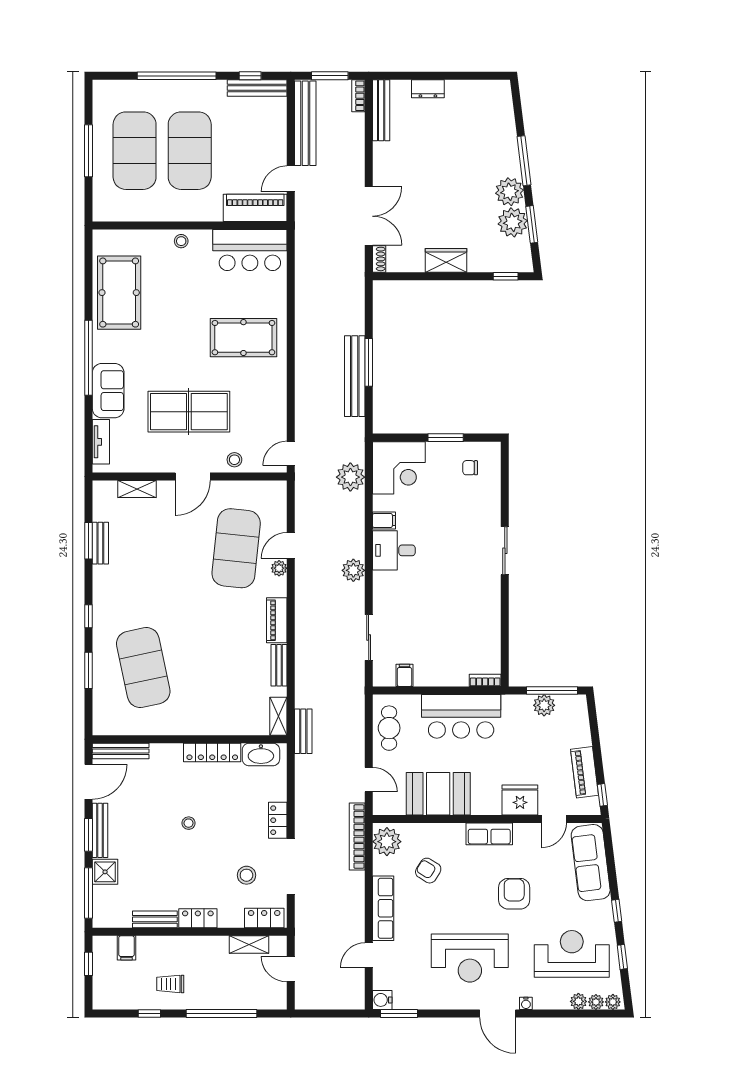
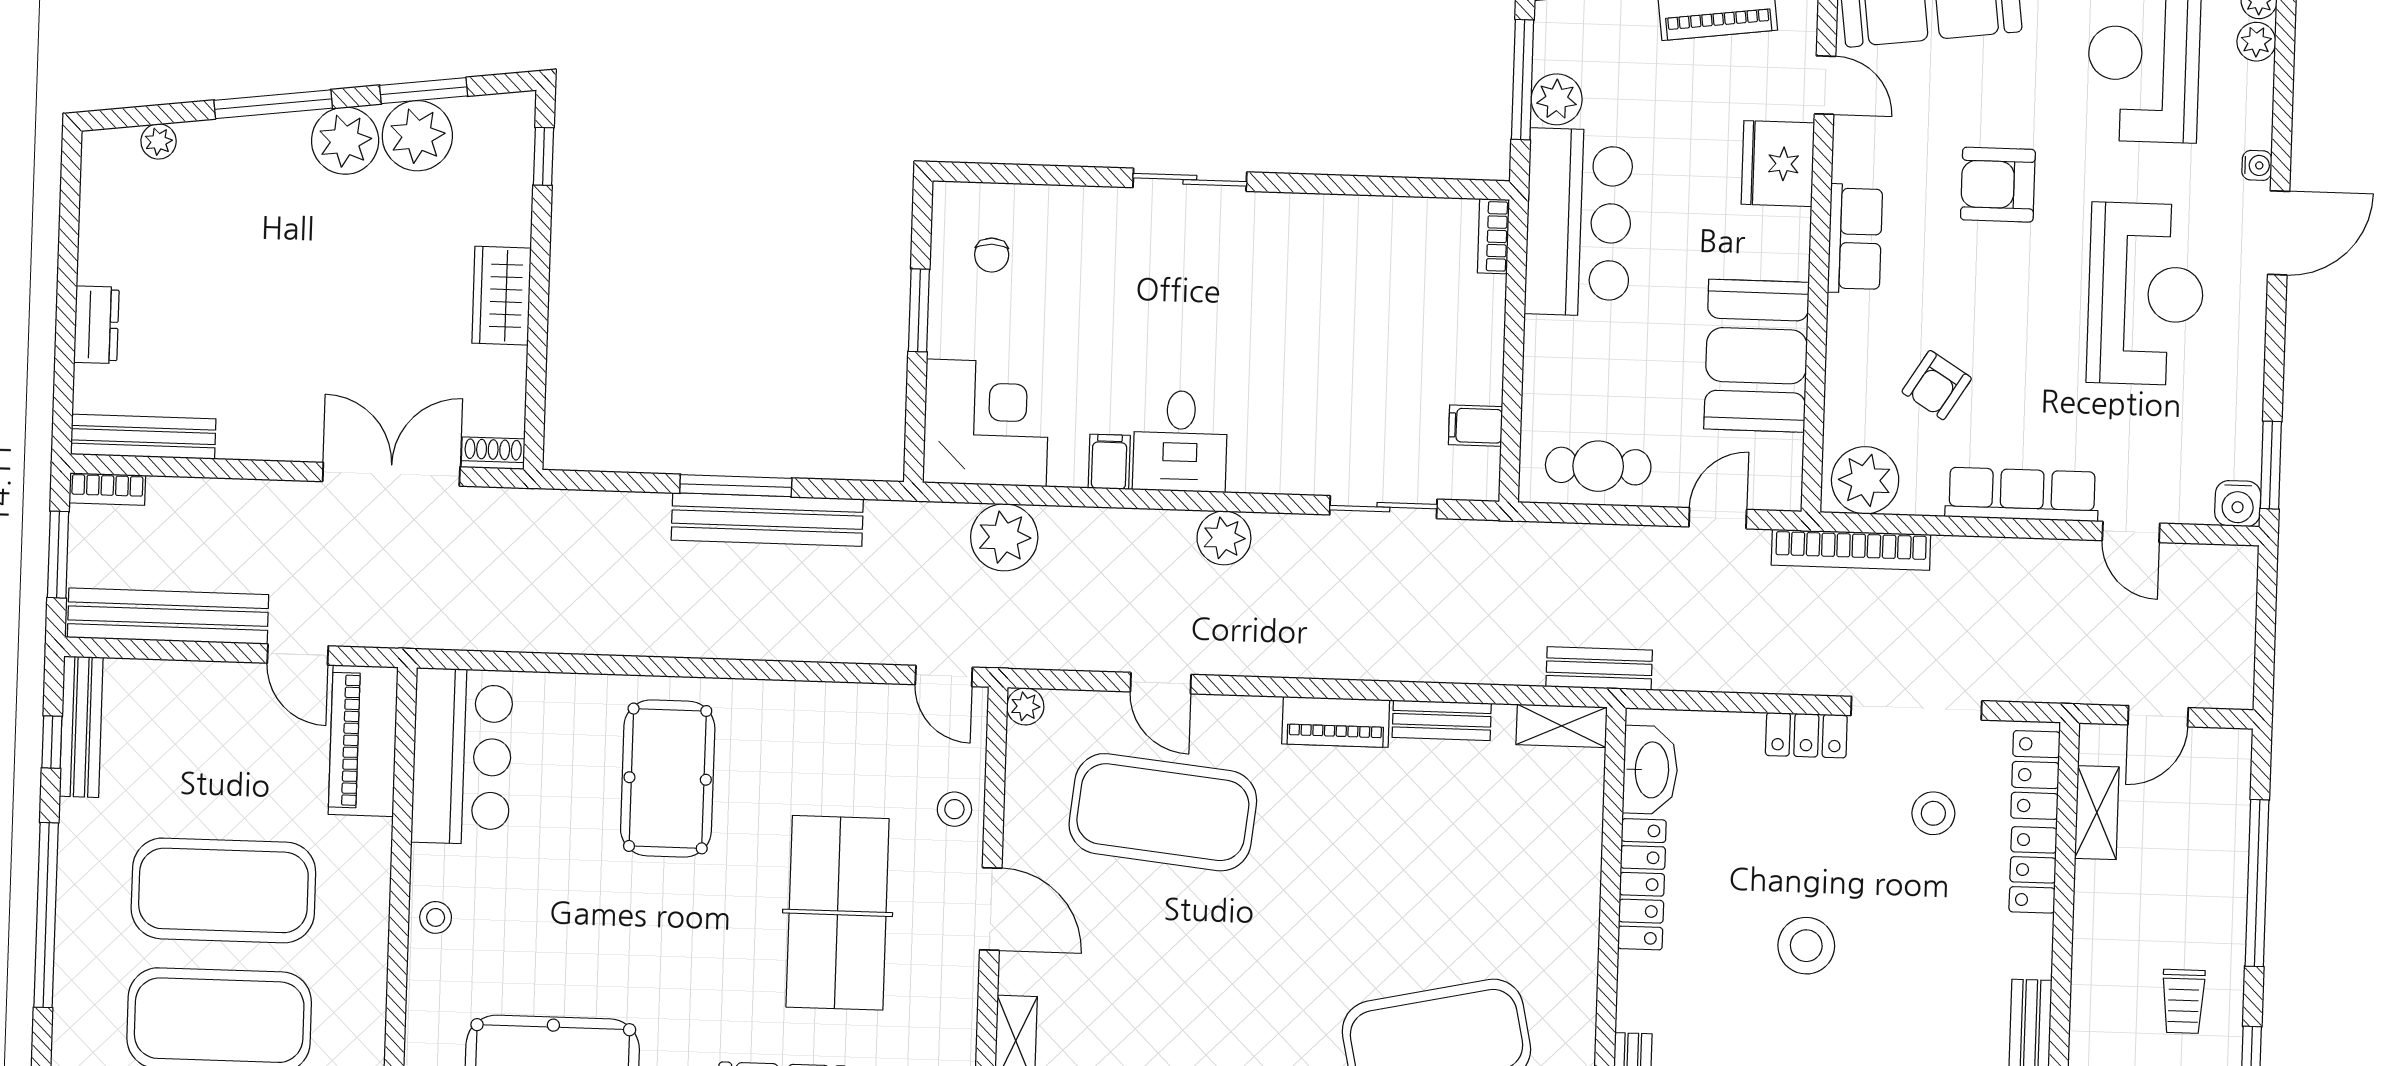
plant: (507, 113) -> (159, 141), added
plant: (279, 568) -> (1025, 706), moved
bar counter: (461, 716) -> (1579, 222), moved
stool: (189, 823) -> (1806, 946), width x1.89, depth x1.89
locker: (198, 918) -> (2033, 870), moved

